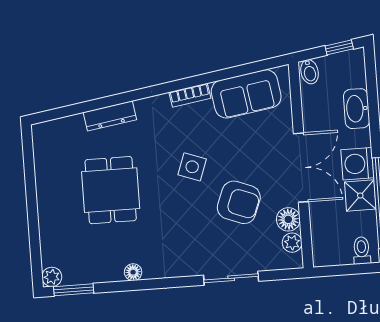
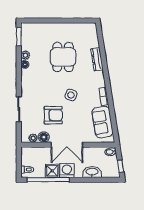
dining table: (111, 190) -> (63, 57), turned 90
armchair: (239, 202) -> (53, 115), turned -111
plant: (52, 277) -> (25, 55), moved

